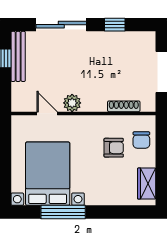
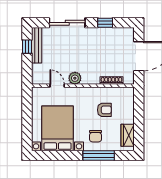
chair: (141, 140) -> (95, 136), moved
window: (63, 212) -> (99, 155), moved

